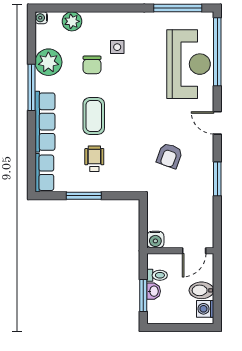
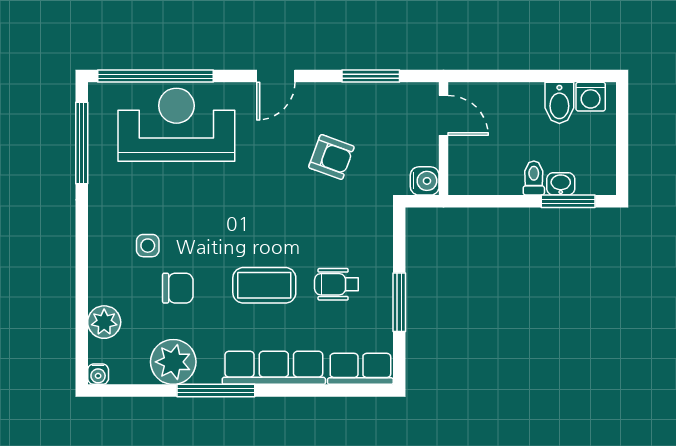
water cooler: (155, 240) -> (425, 181), moved
wall: (180, 251) -> (444, 139), moved
door: (194, 251) -> (444, 115), moved

